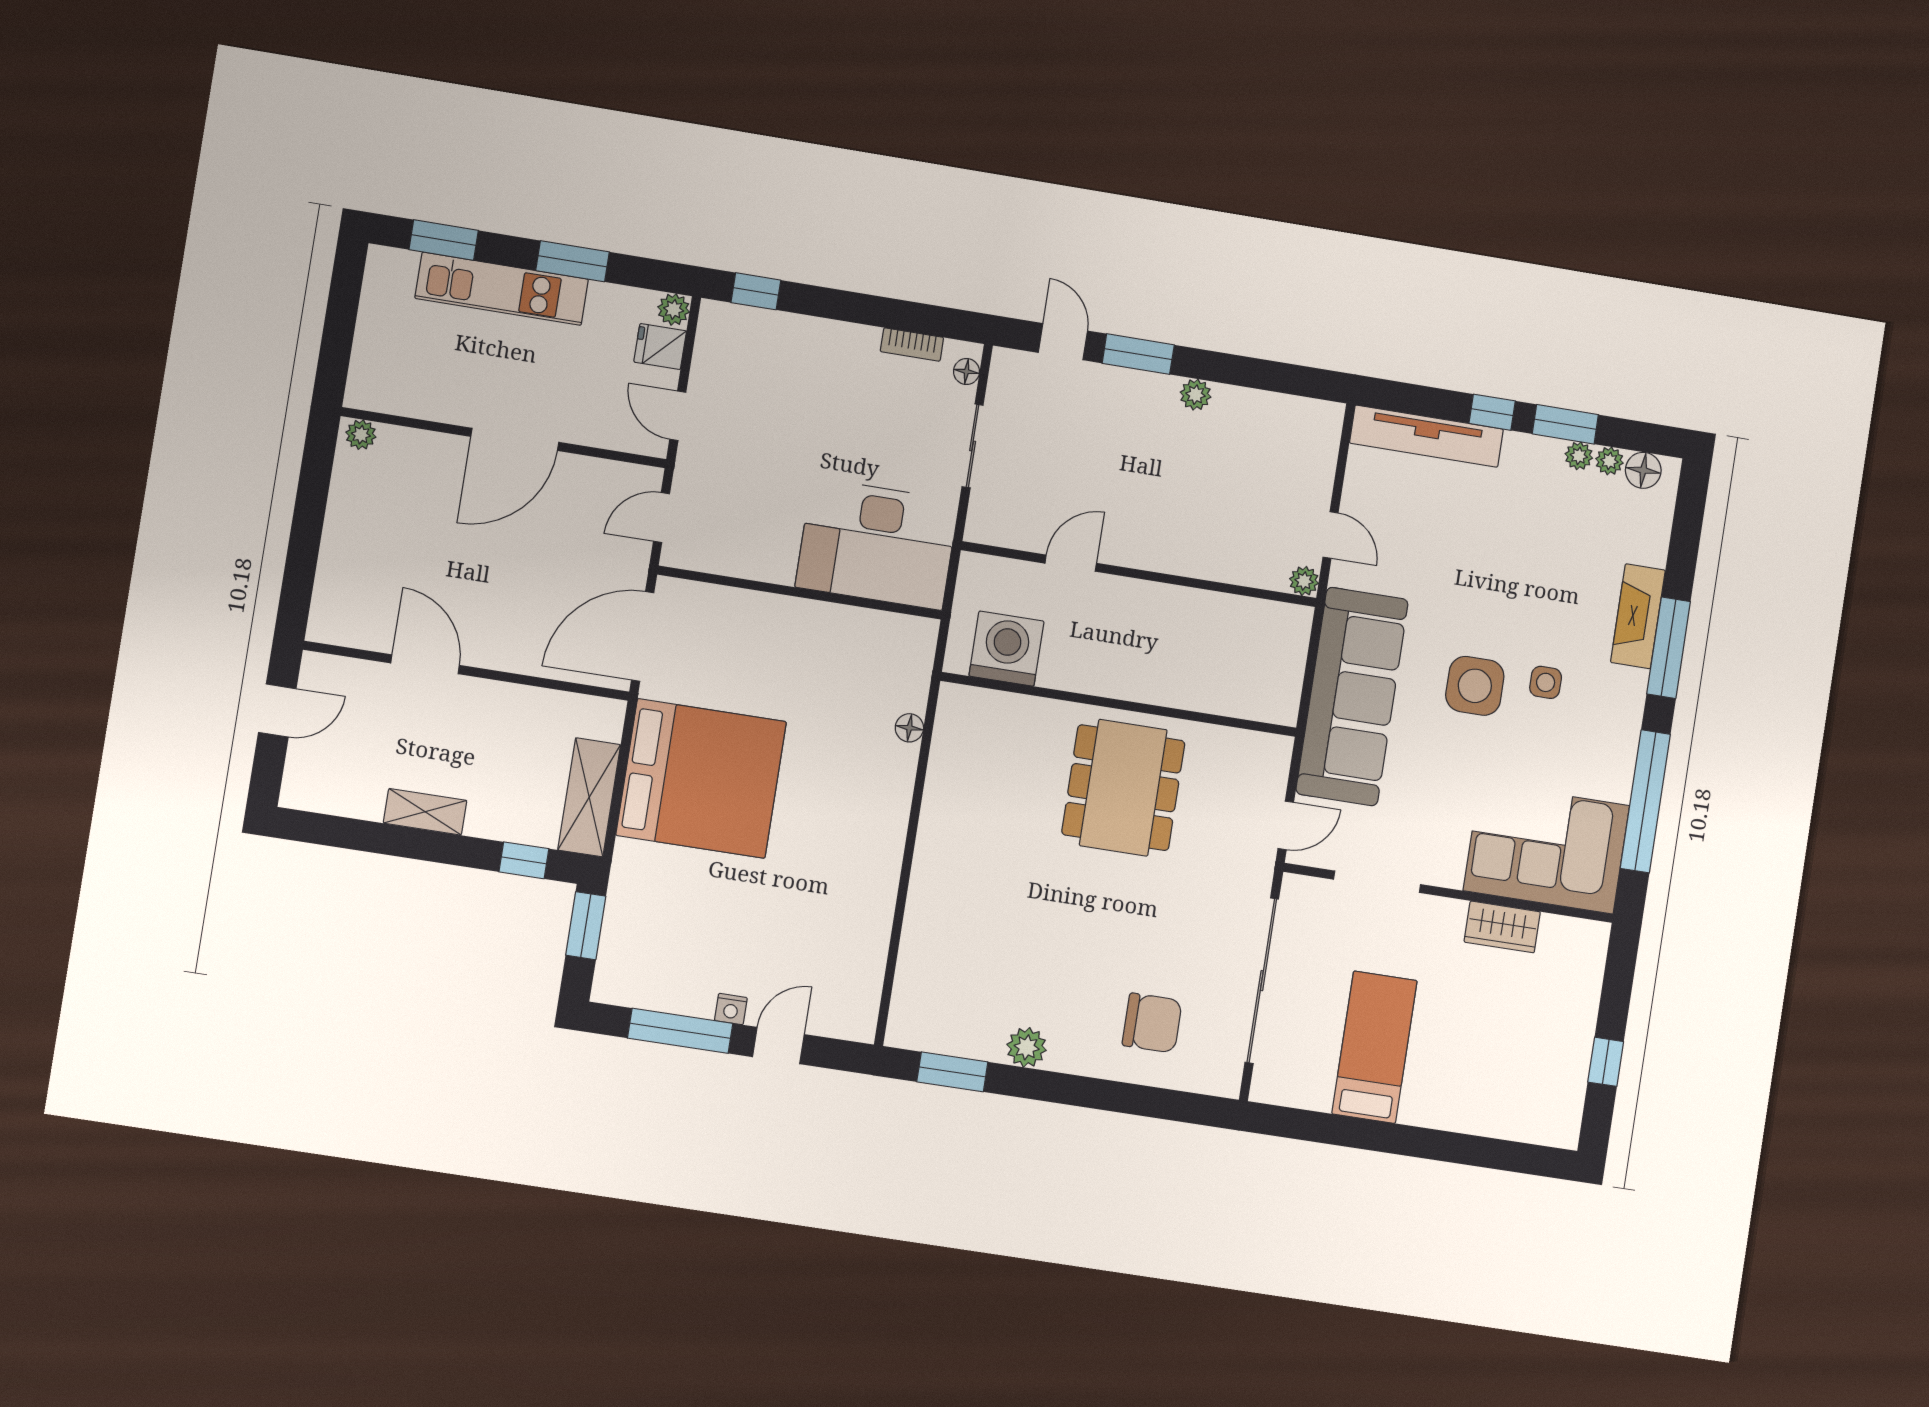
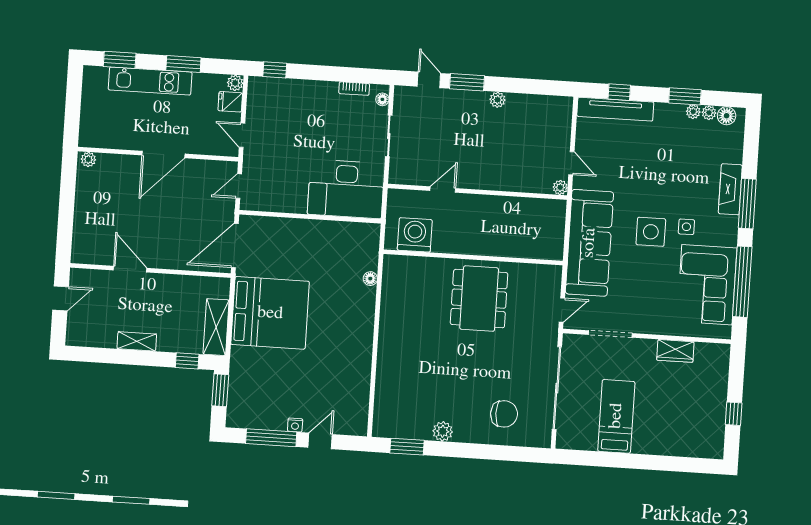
window: (1492, 412) -> (619, 92), moved
corner sofa: (1546, 848) -> (707, 285), moved, turned -90

